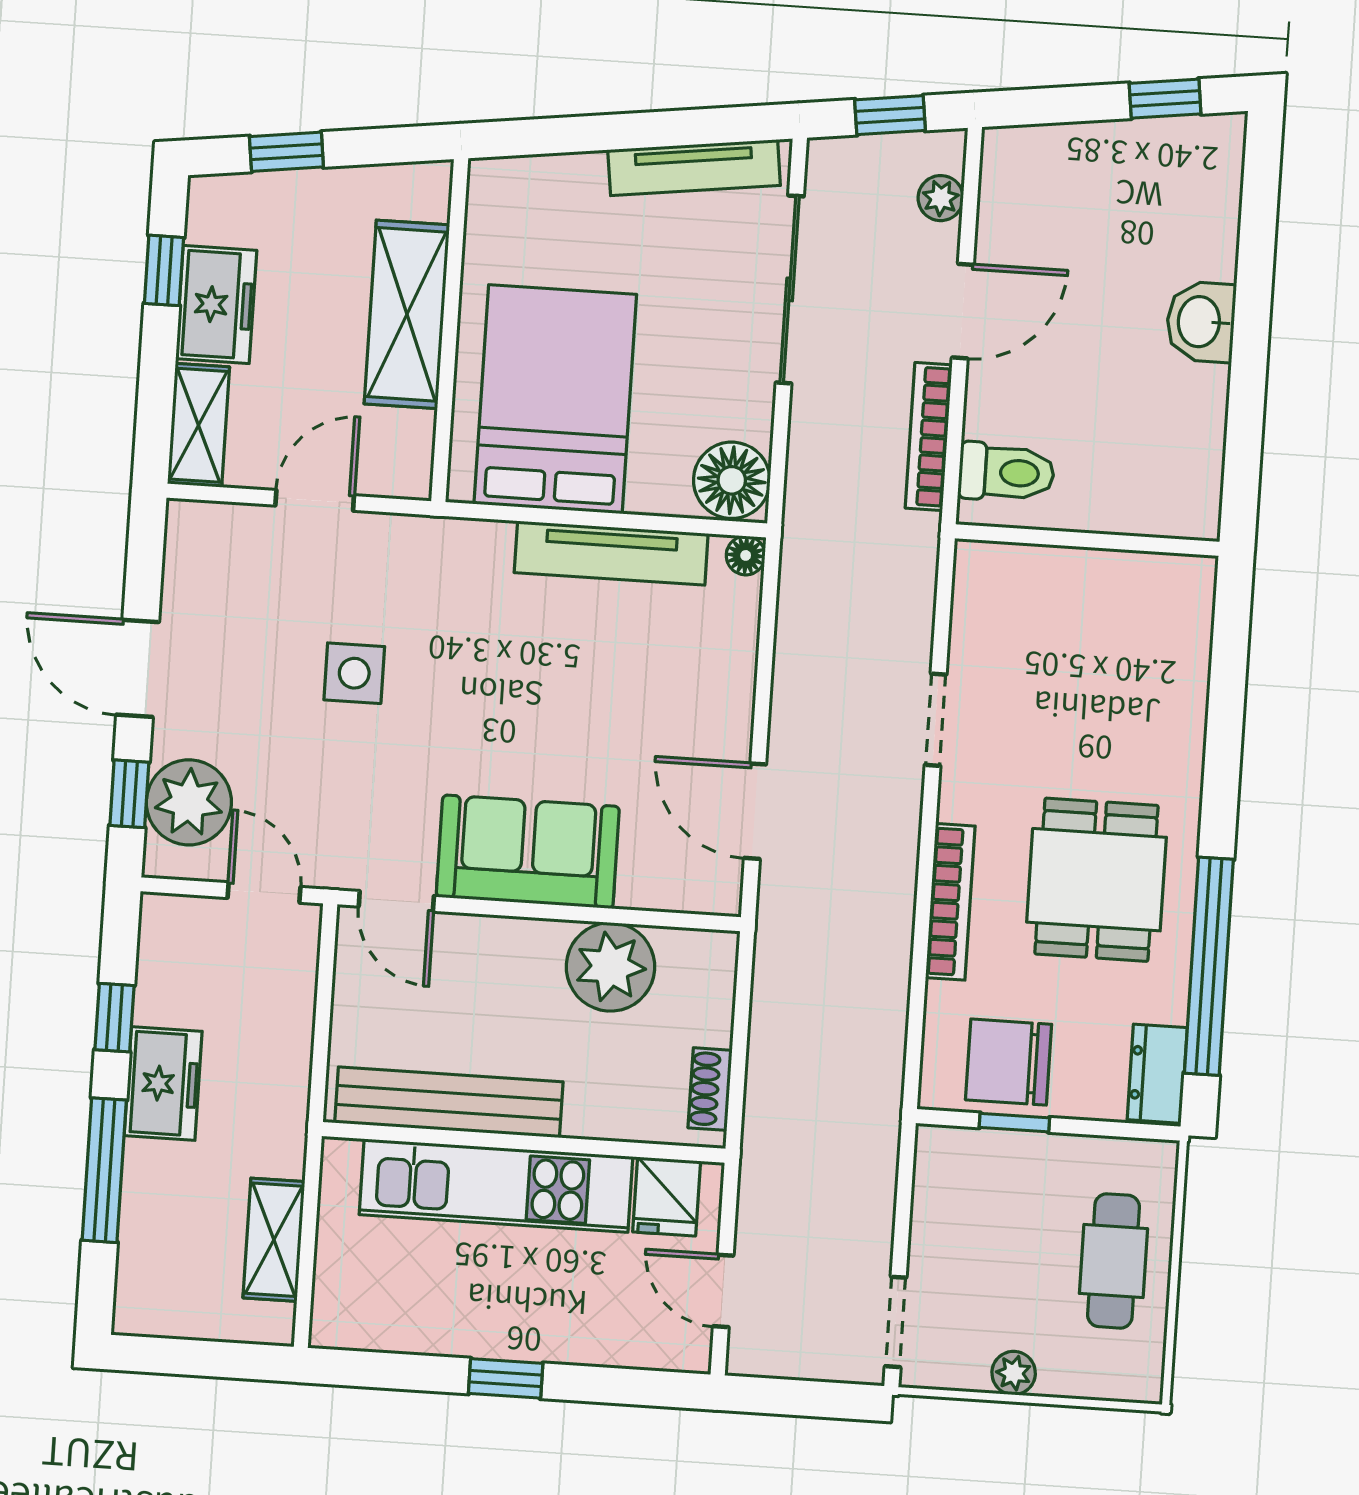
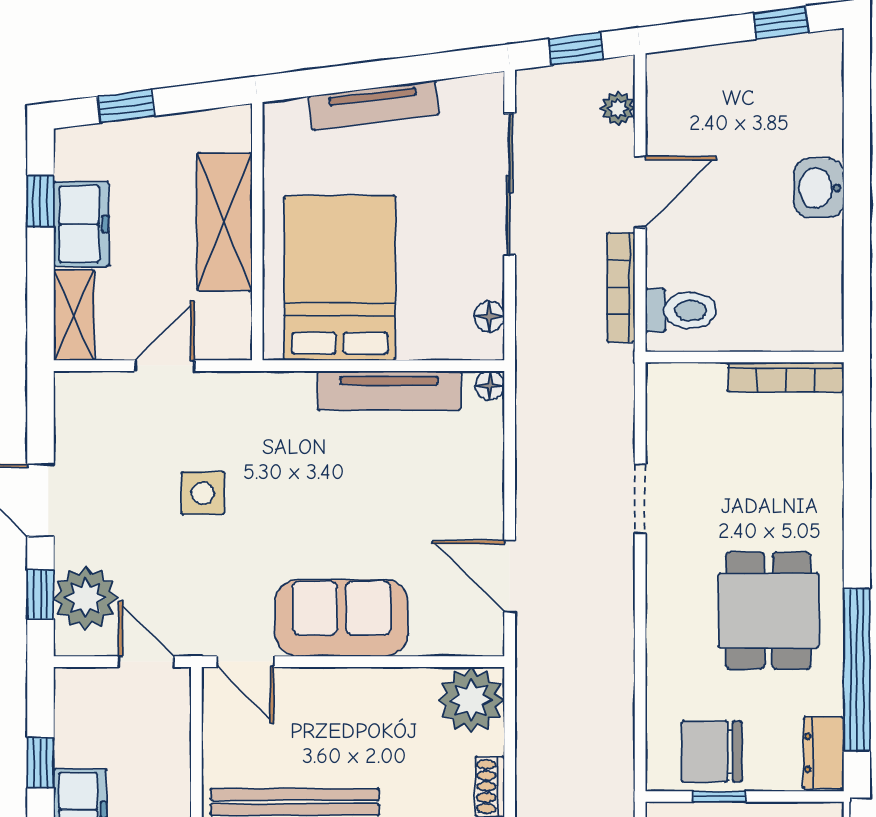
tv unit: (694, 168) -> (374, 105), moved
floor lamp: (732, 480) -> (489, 316), width x0.53, depth x0.53
bookcase: (950, 902) -> (786, 377), moved, turned 90
plant: (610, 967) -> (471, 700), moved

